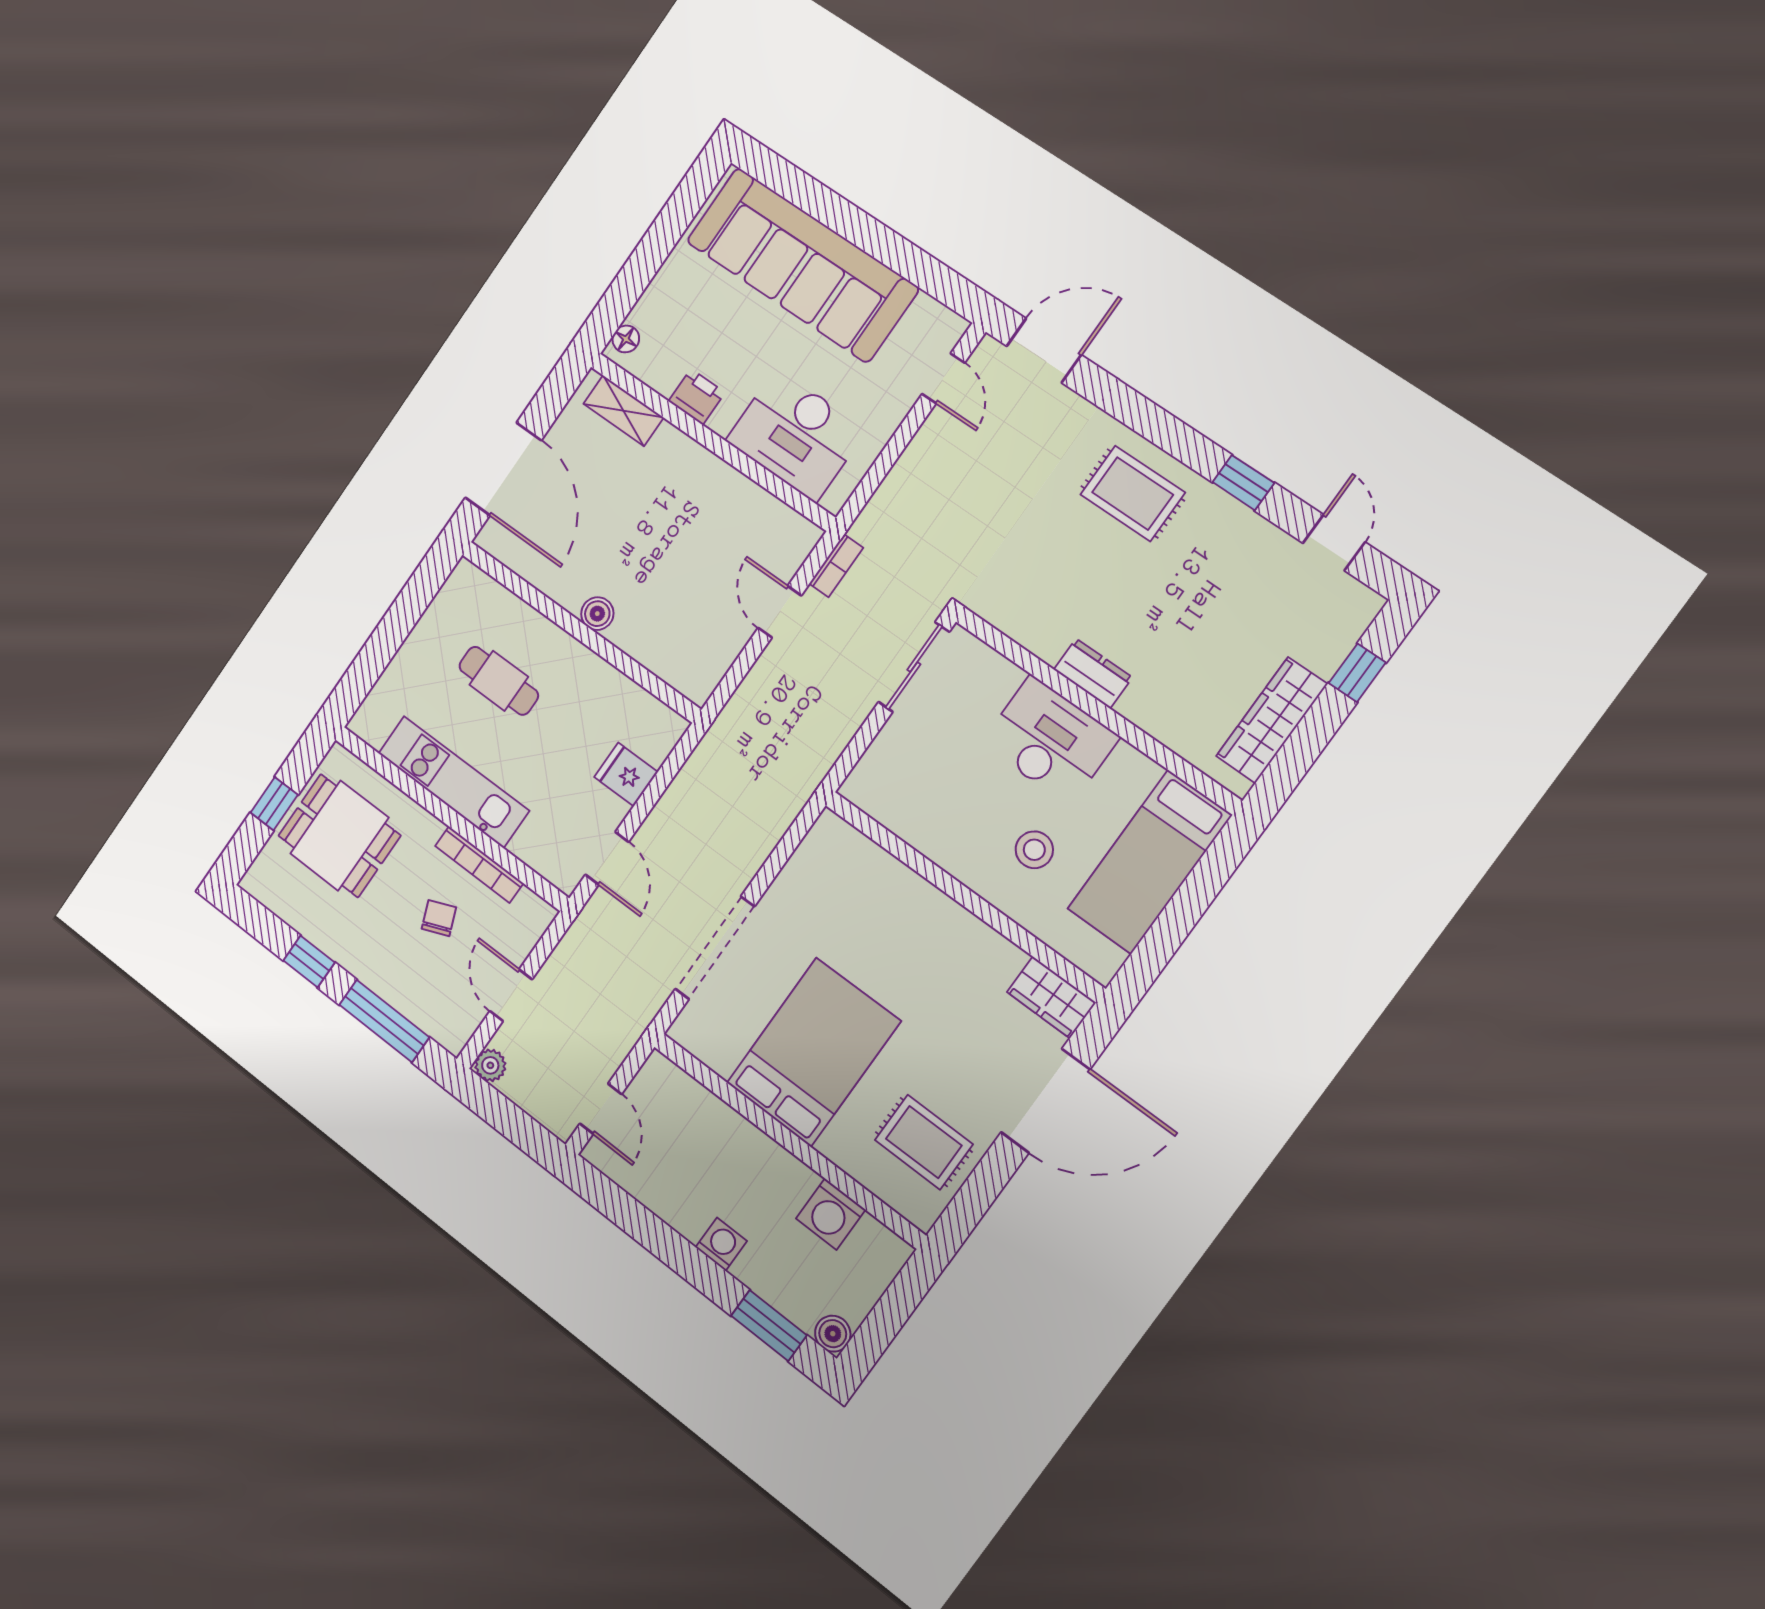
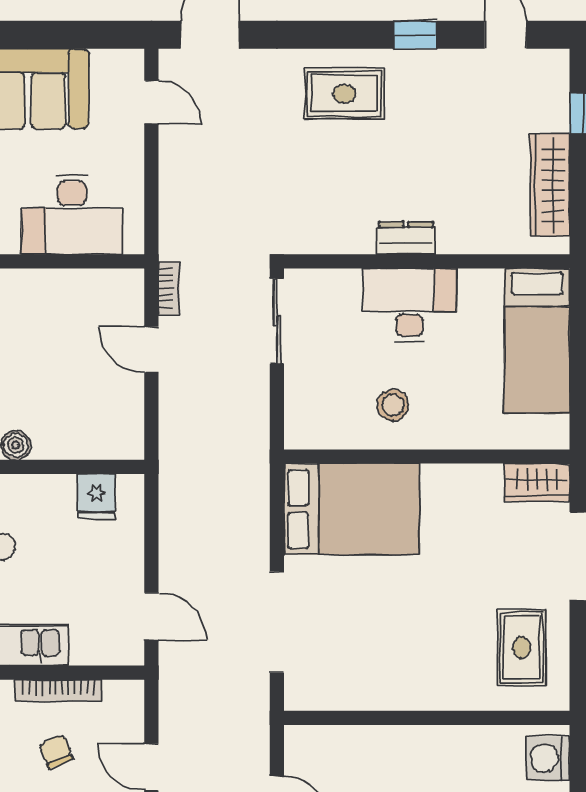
fridge: (626, 774) -> (96, 496), moved, turned -90
stool: (1034, 850) -> (393, 405), moved
bed: (813, 1052) -> (352, 509), moved, turned 90
rug: (924, 1142) -> (522, 648), turned 90
washing machine: (831, 1214) -> (548, 758), moved, turned 90

